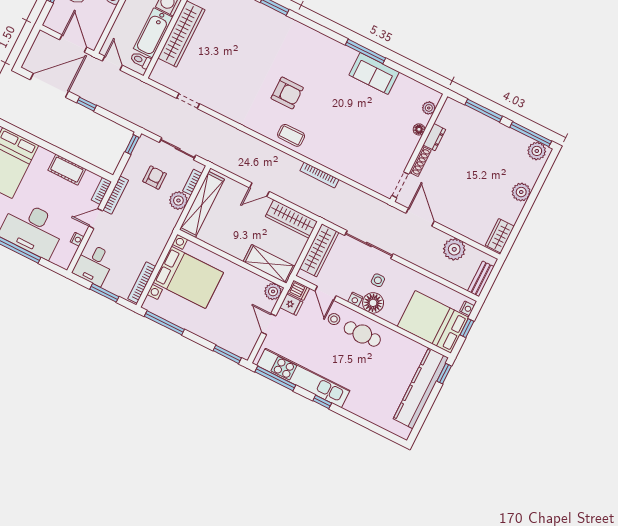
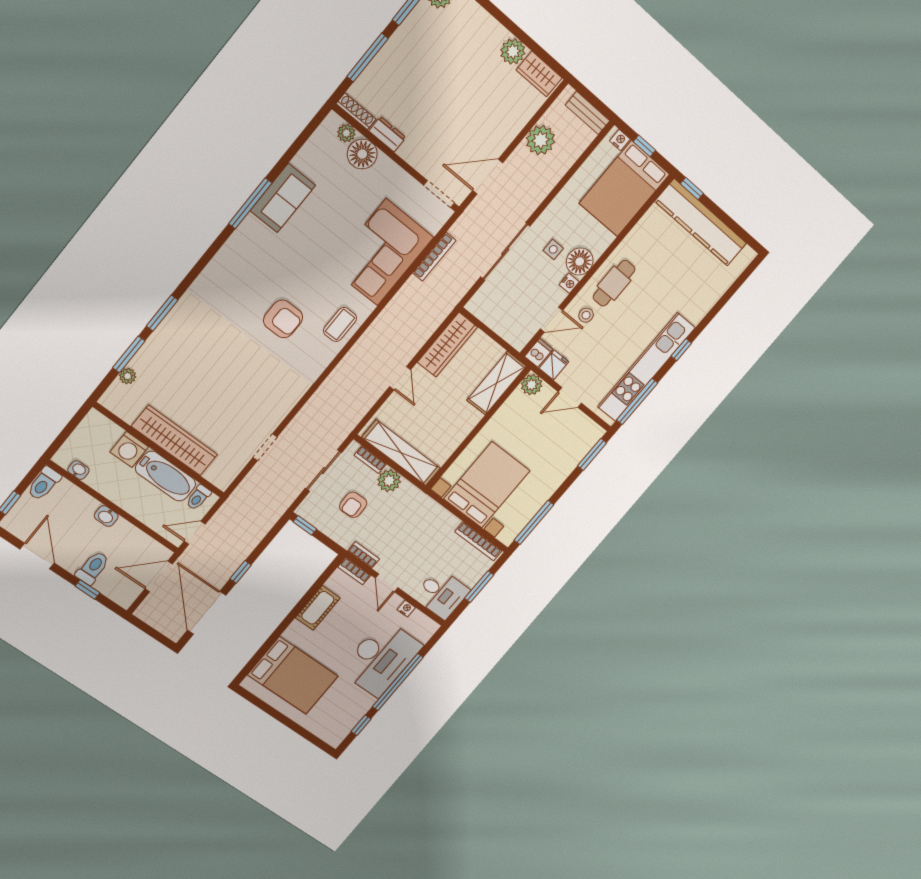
armchair: (287, 93) -> (283, 319), turned 90
floor lamp: (419, 129) -> (362, 154), width x1.89, depth x1.89
corner sofa: (350, 153) -> (382, 252), added
shoe rack: (420, 161) -> (356, 111), moved
bookcase: (319, 175) -> (434, 257), moved
armchair: (155, 178) -> (353, 505), turned -92
plant: (521, 192) -> (513, 52), moved
bookcase: (116, 195) -> (364, 555), width x0.64
wardrobe: (319, 250) -> (496, 317), removed

